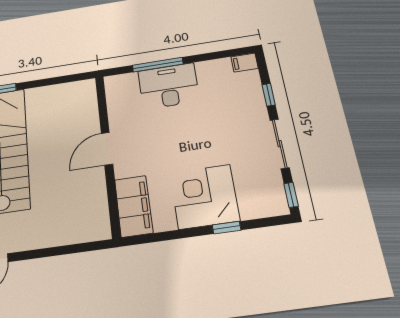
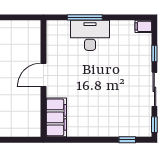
corner desk: (204, 197) -> (102, 118), removed
window: (227, 228) -> (127, 140), moved

